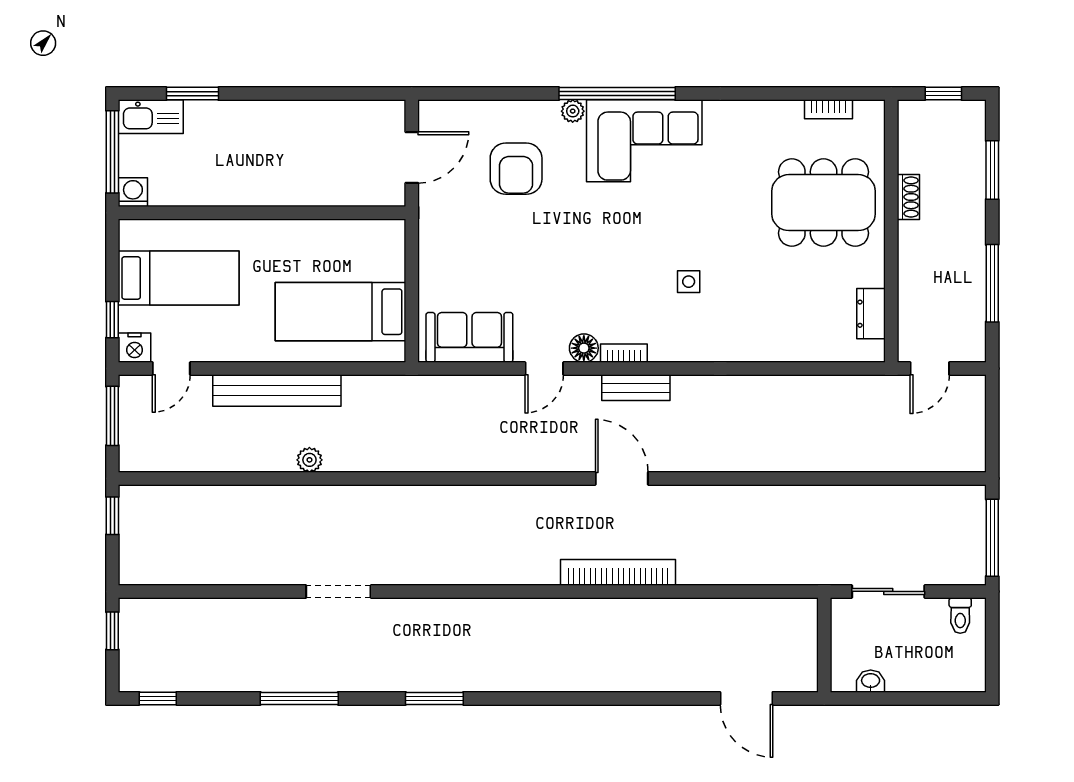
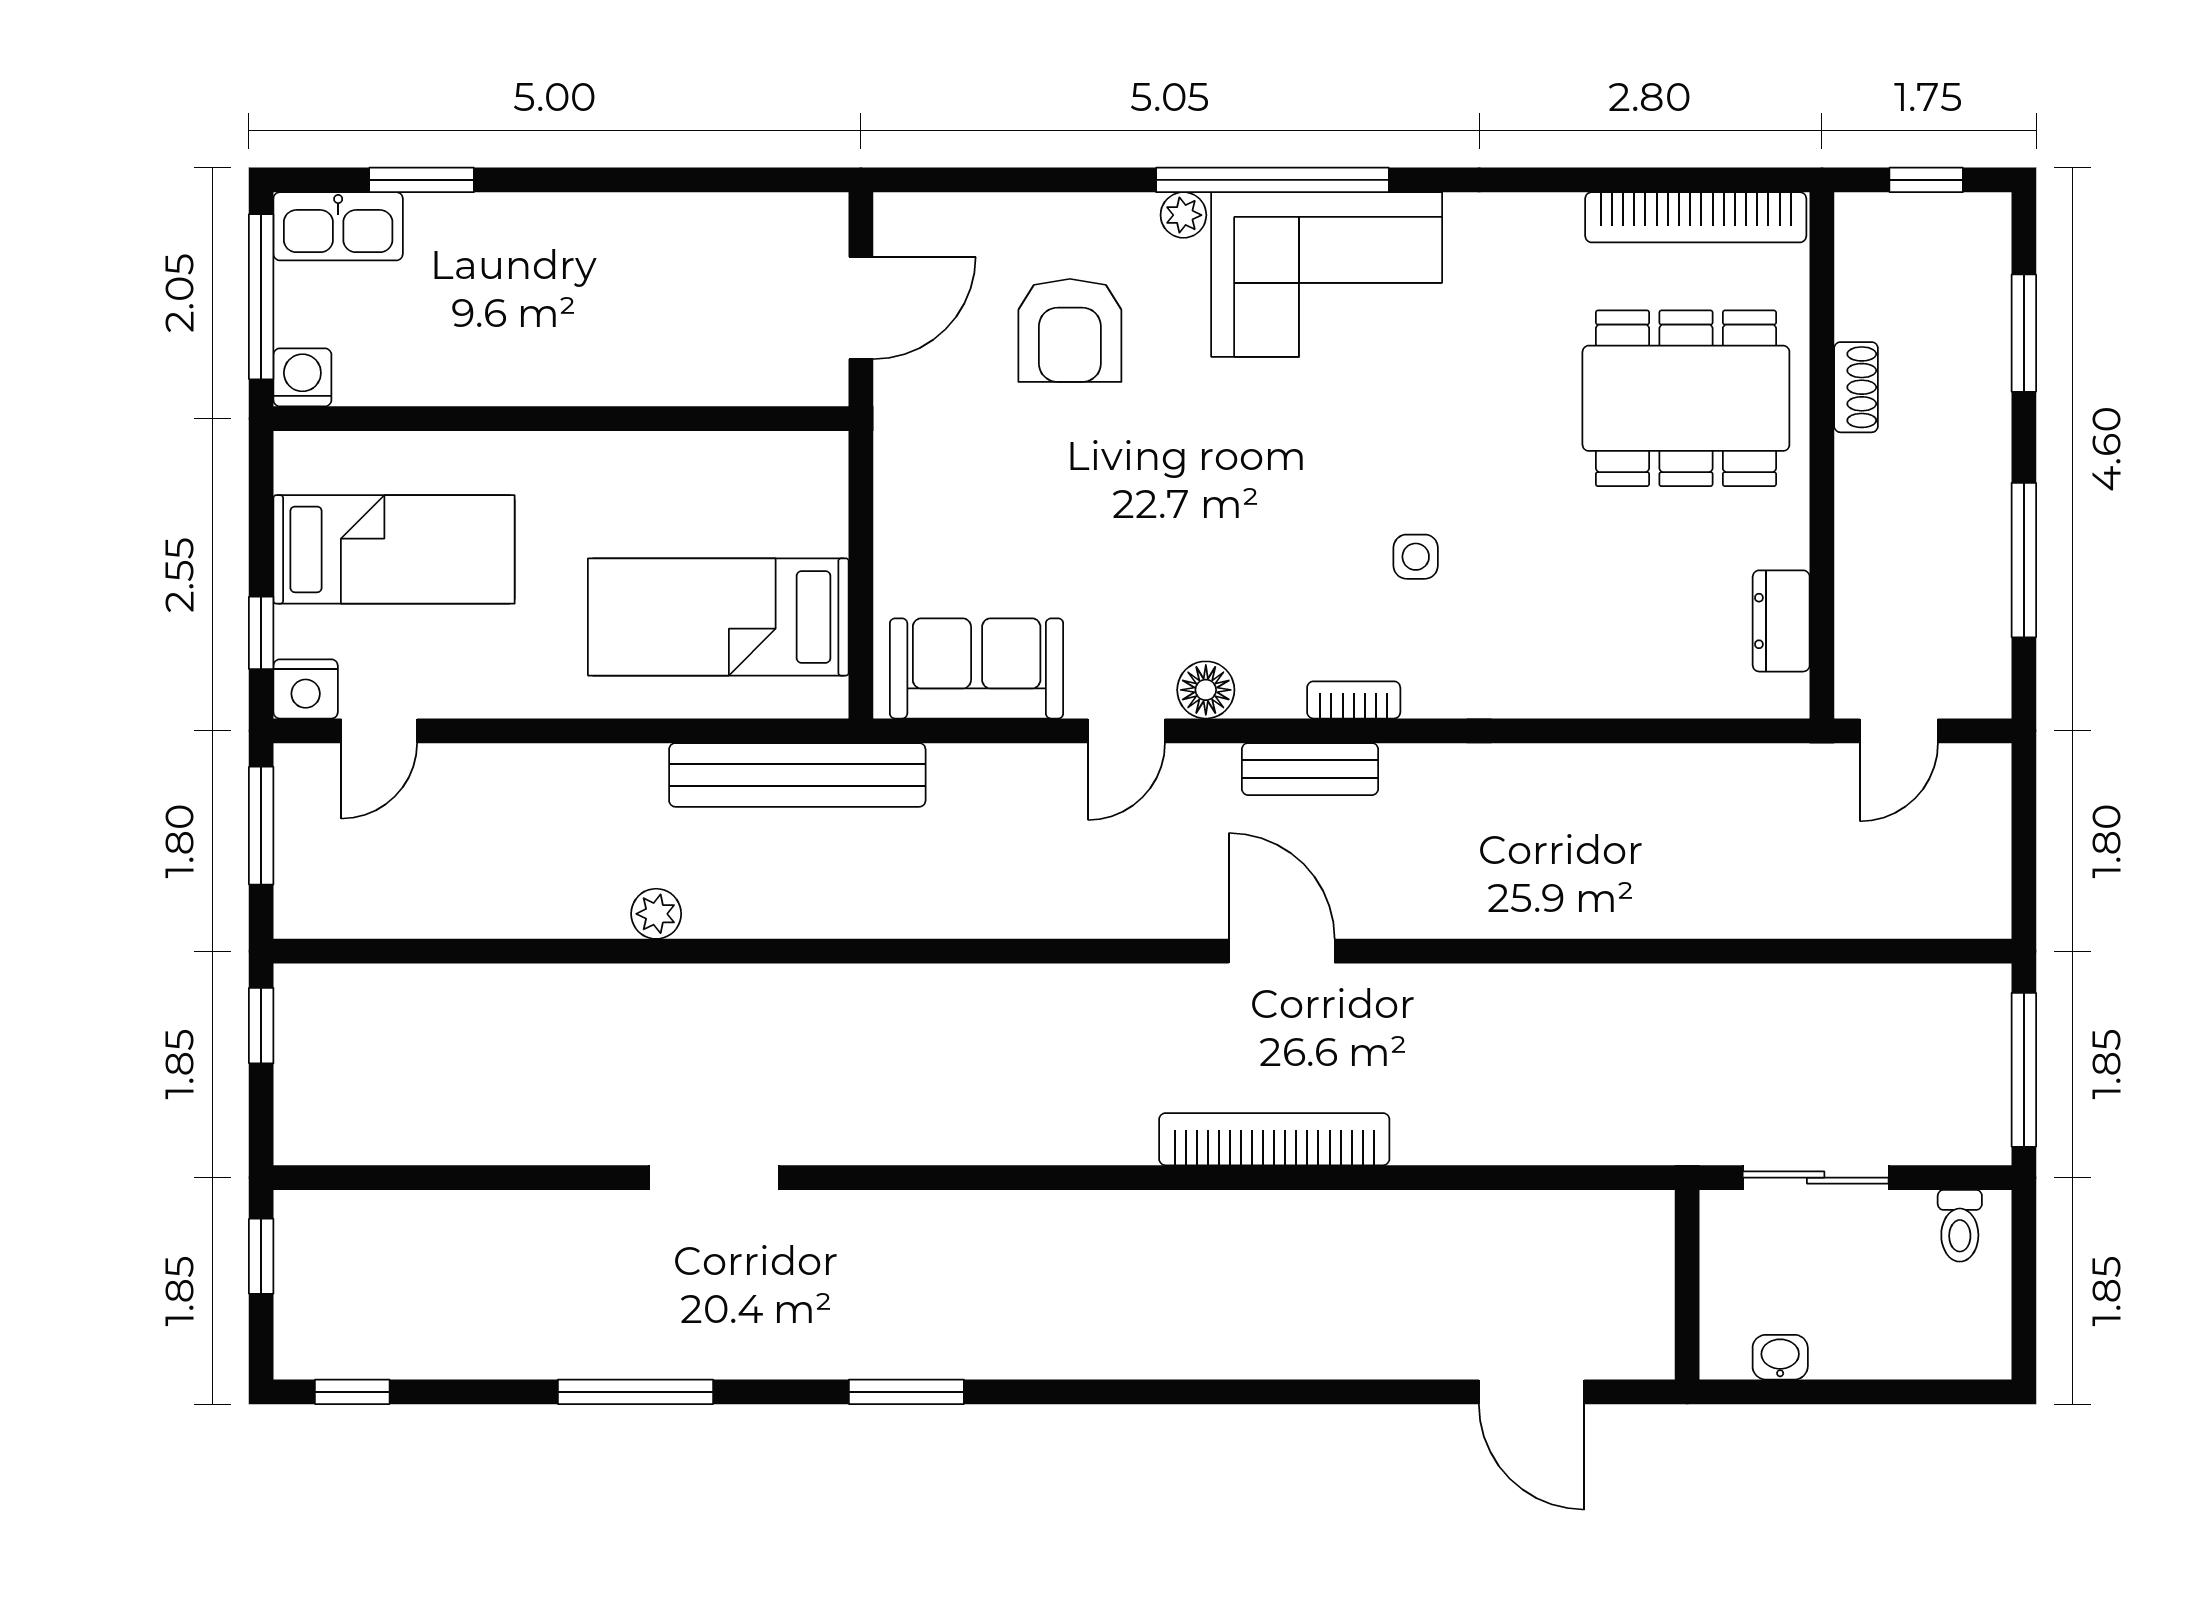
bookcase: (828, 109) -> (1696, 217), width x2.31, depth x1.31
bookcase: (624, 353) -> (1354, 700), moved
bench: (277, 391) -> (797, 775), moved

